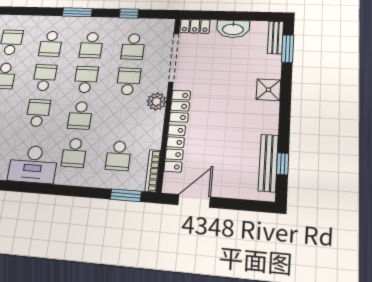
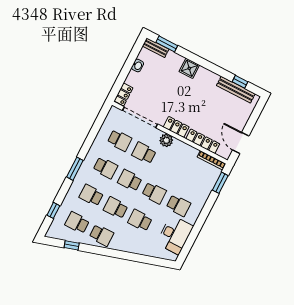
window: (129, 13) -> (53, 210), moved
washbasin: (233, 29) -> (138, 65), width x0.52, depth x0.69
school desk: (51, 44) -> (91, 195), turned 180
school desk: (118, 156) -> (193, 178), removed

